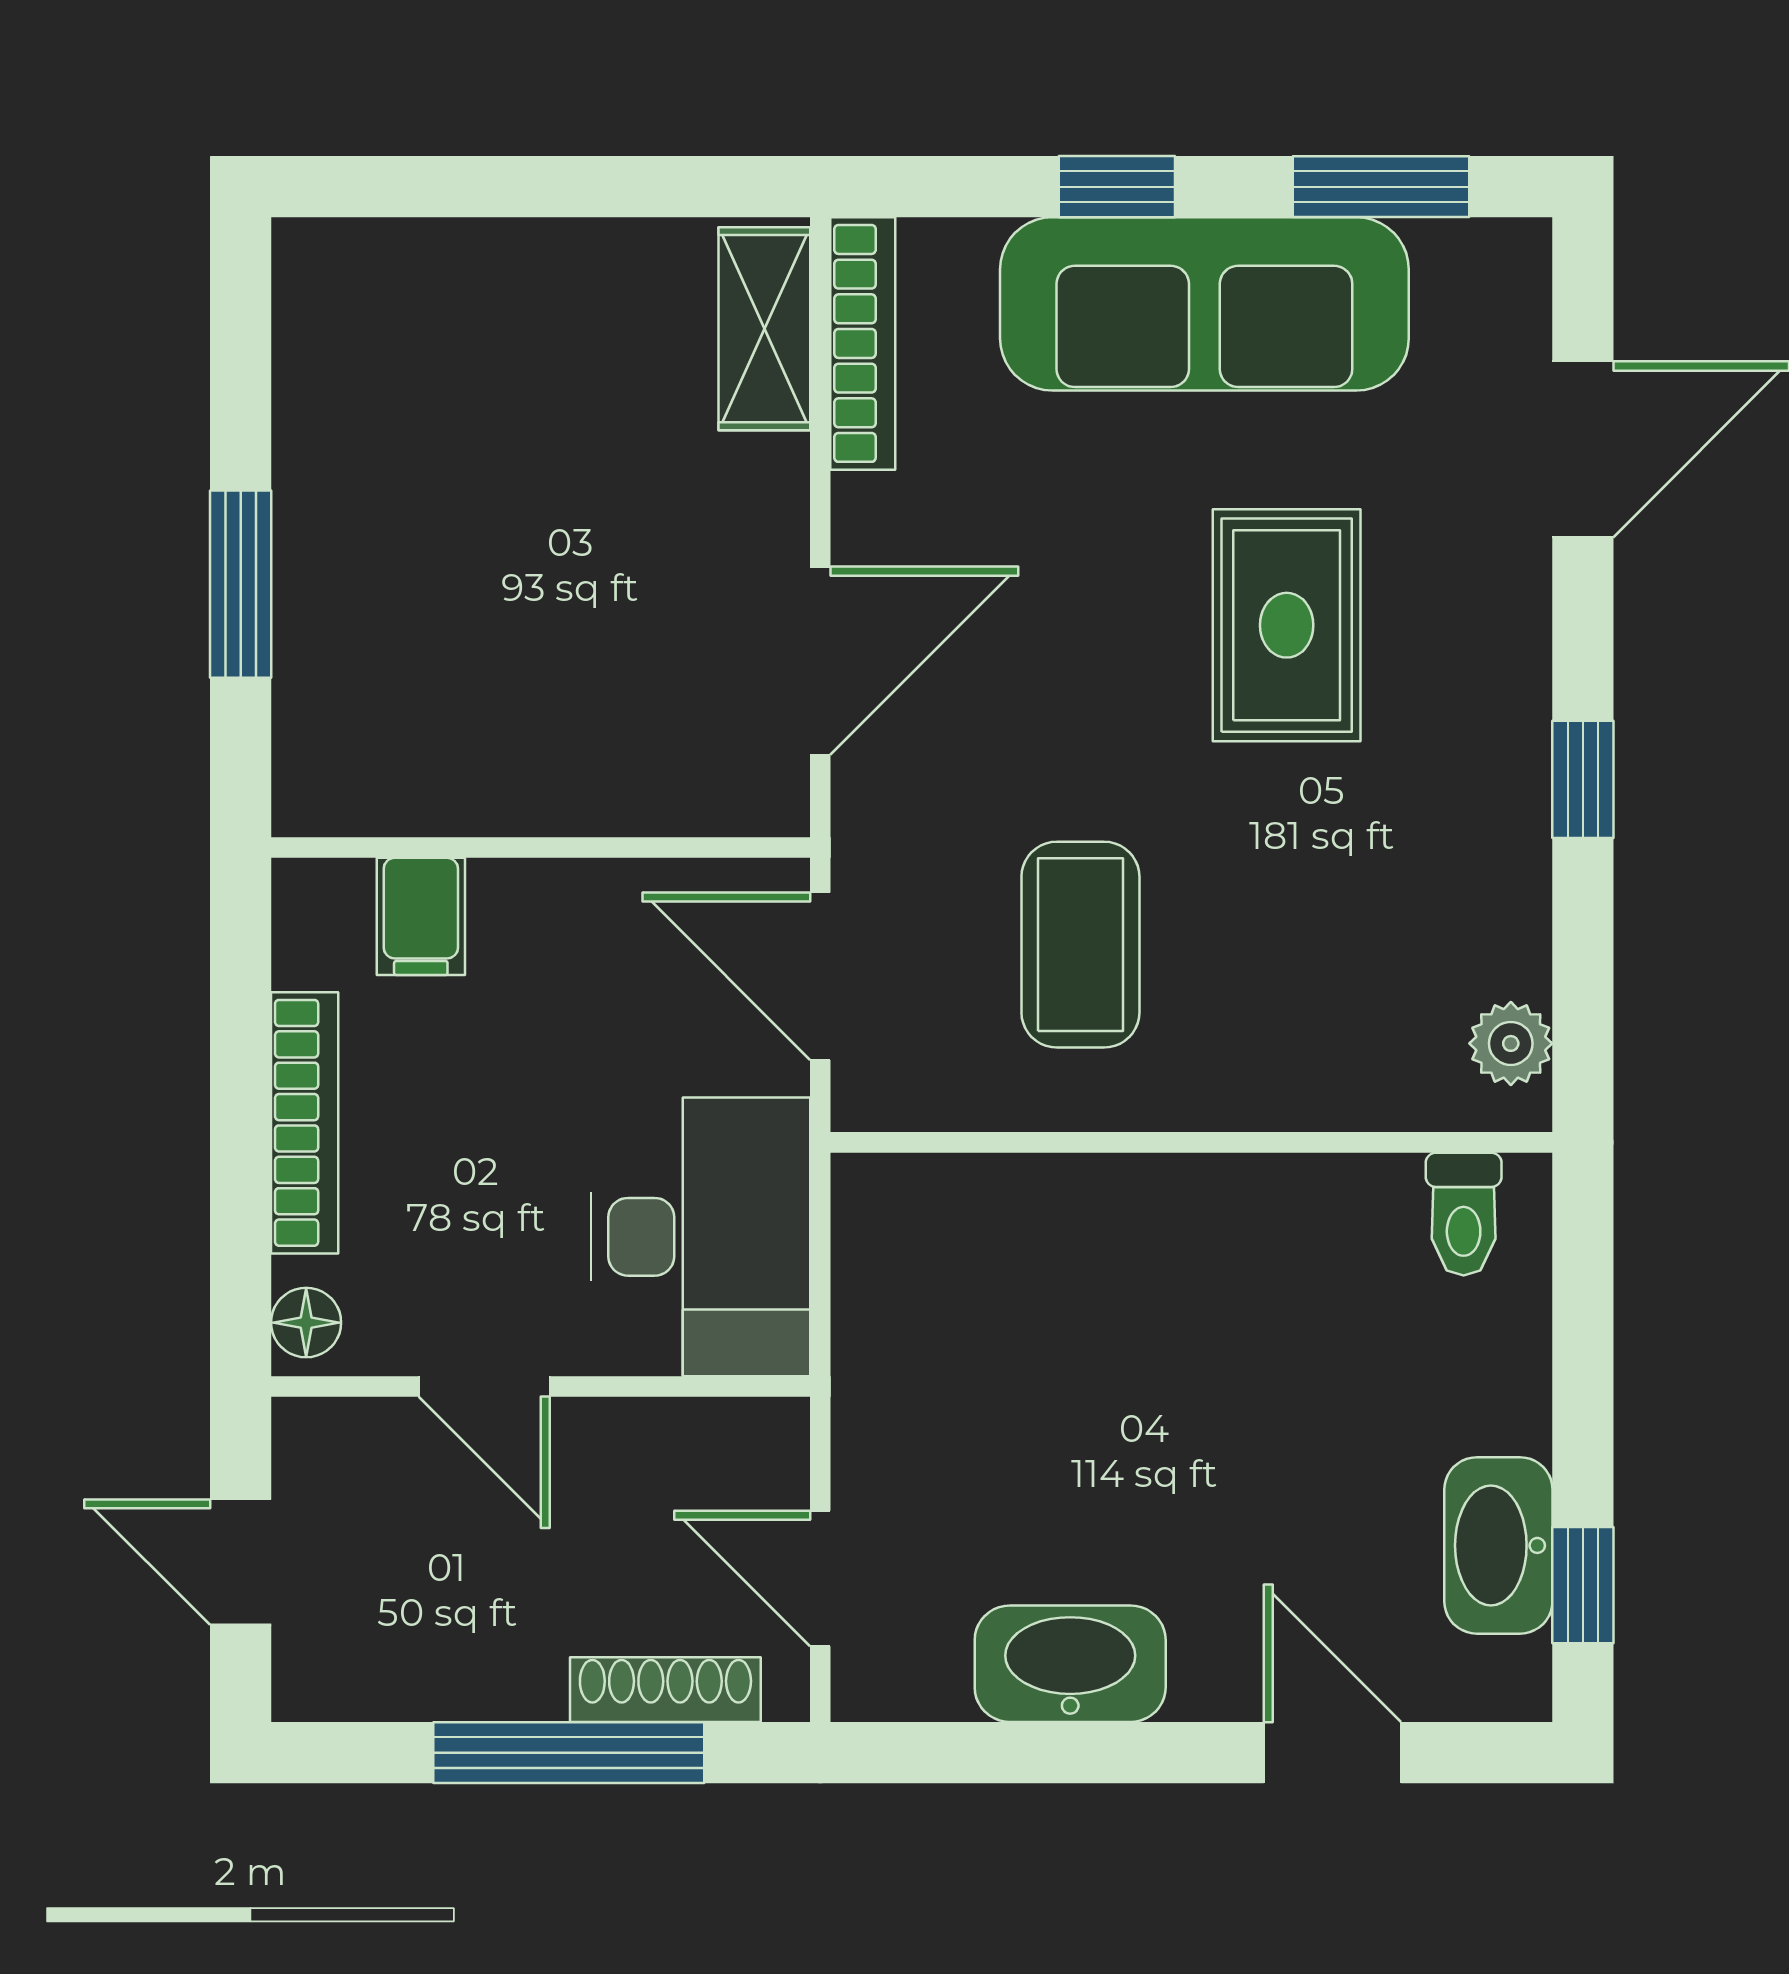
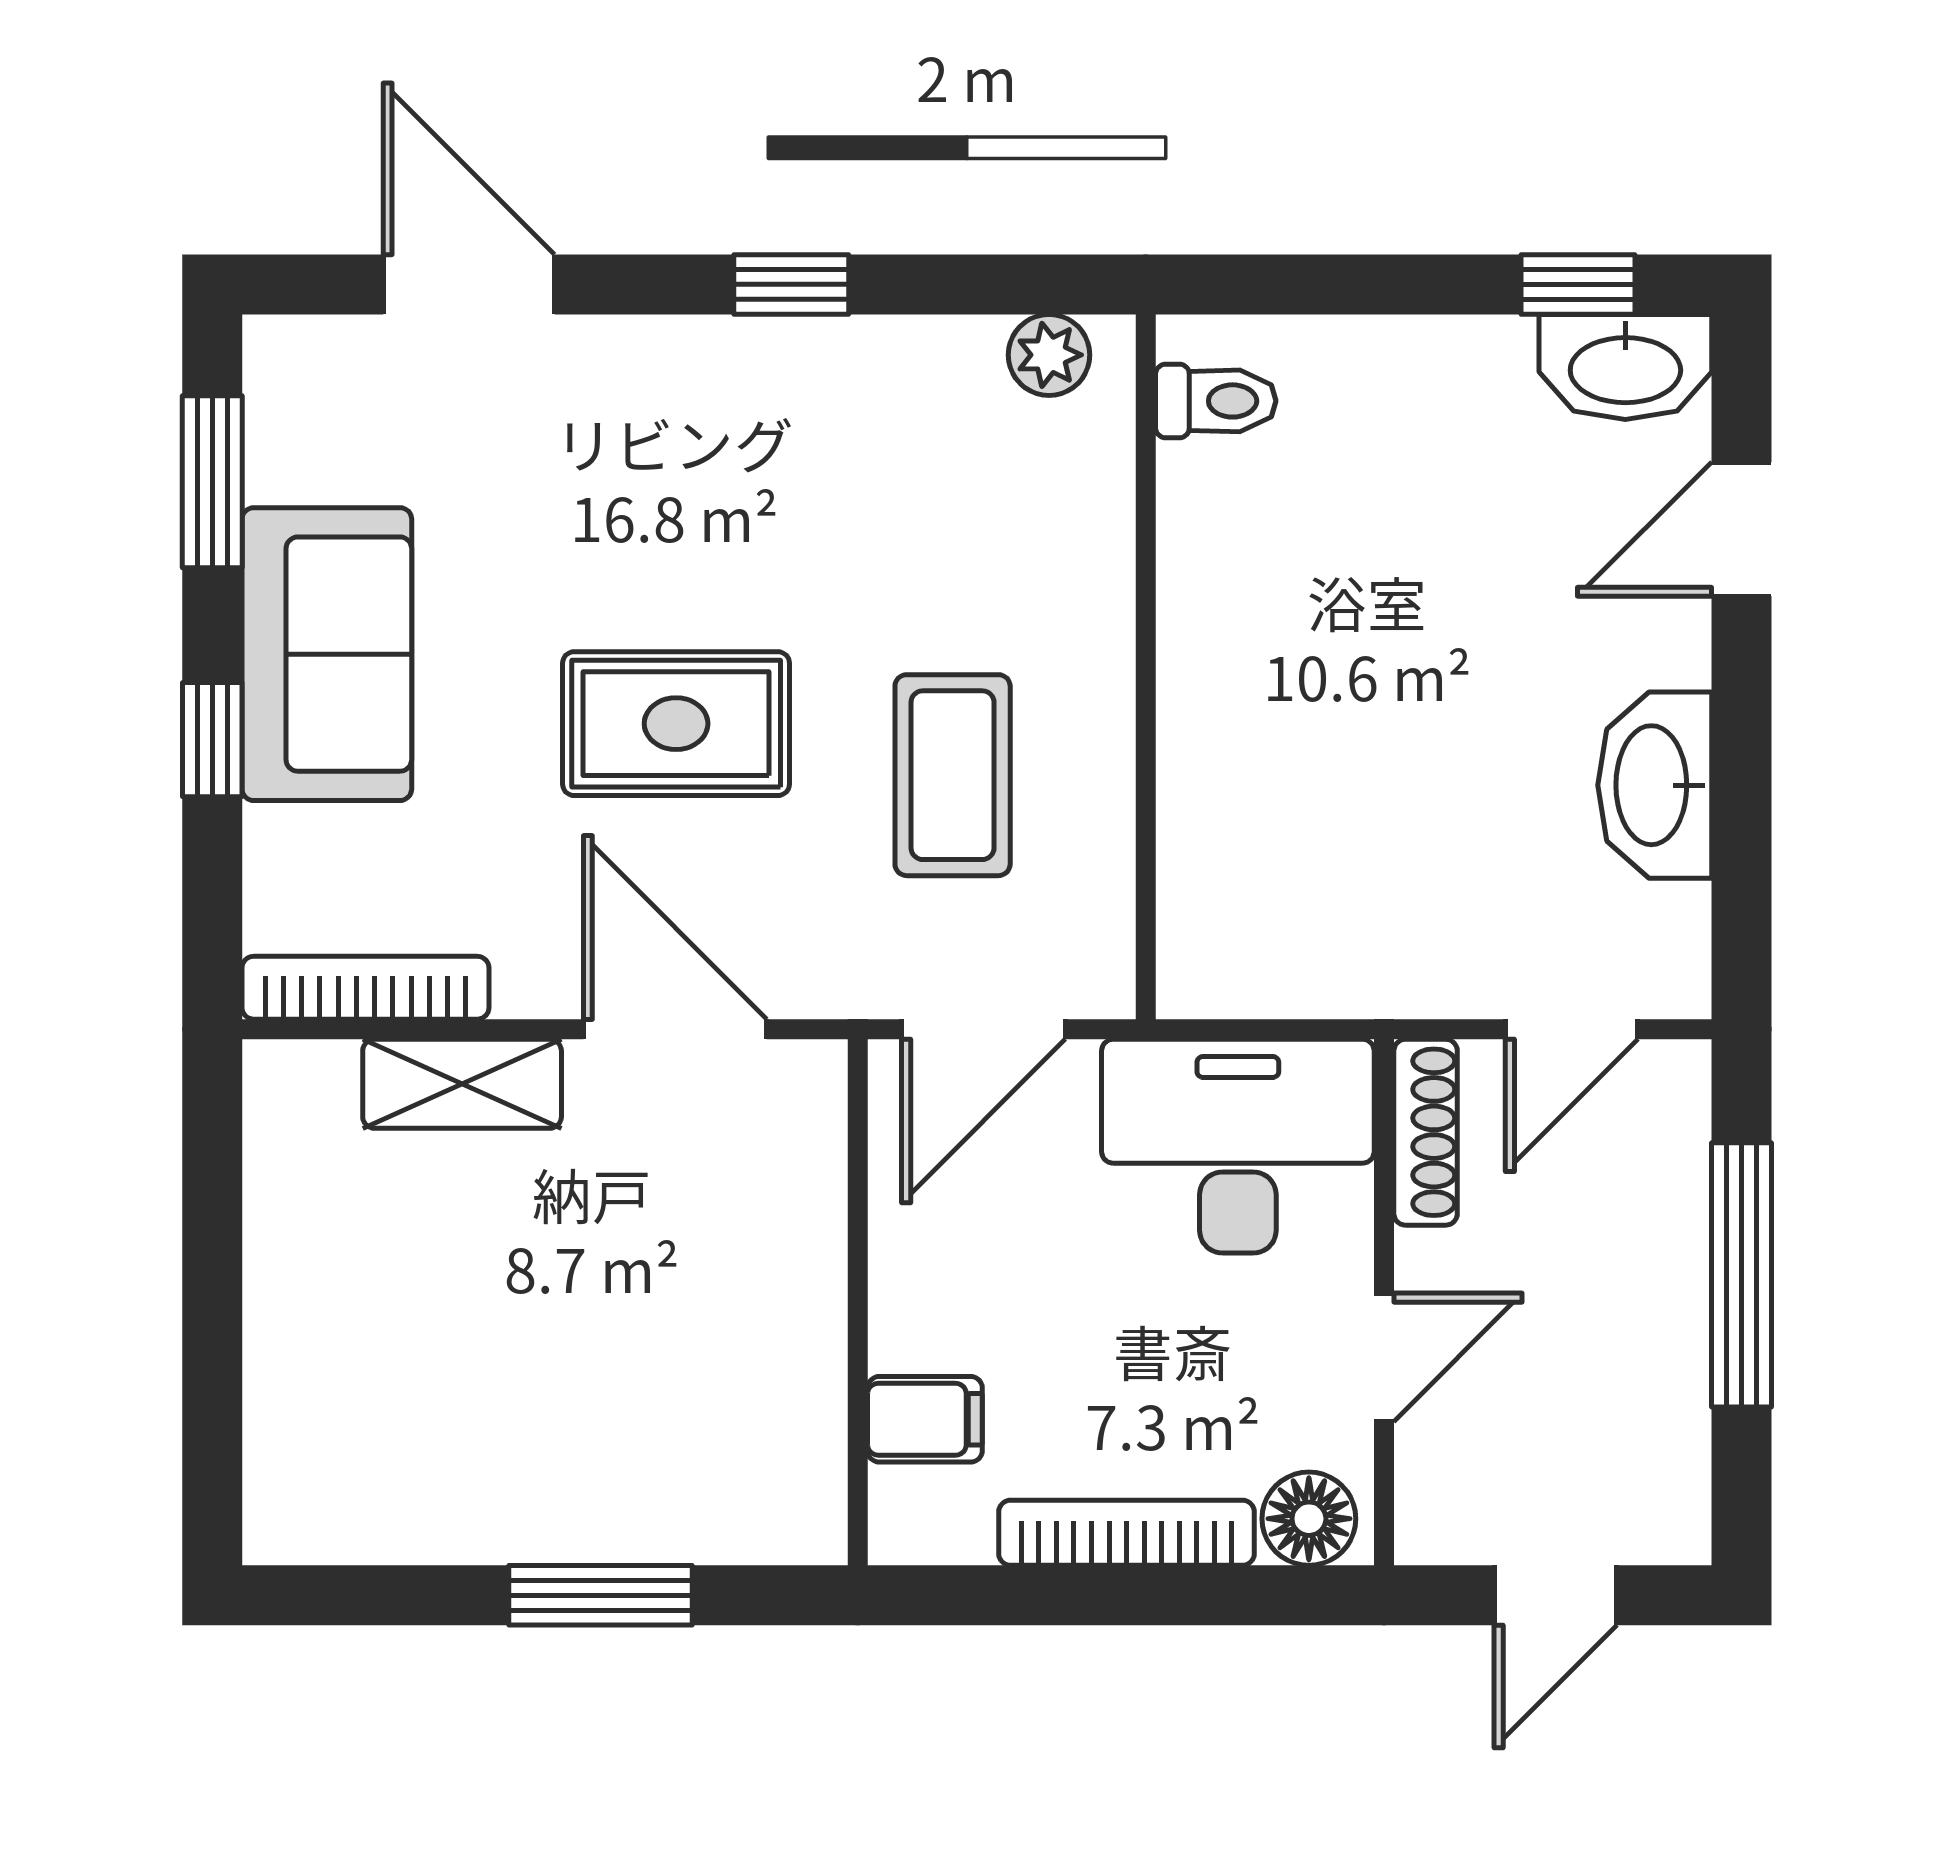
sofa: (1204, 304) -> (327, 654), width x0.73
shelving: (764, 329) -> (462, 1084), moved
rug: (1287, 625) -> (676, 724), moved
coffee table: (1080, 945) -> (953, 775), turned 90
floor lamp: (306, 1323) -> (1309, 1519), width x1.37, depth x1.37
washbasin: (1498, 1545) -> (1625, 367), moved
shoe rack: (665, 1690) -> (1426, 1132), moved, turned 180

